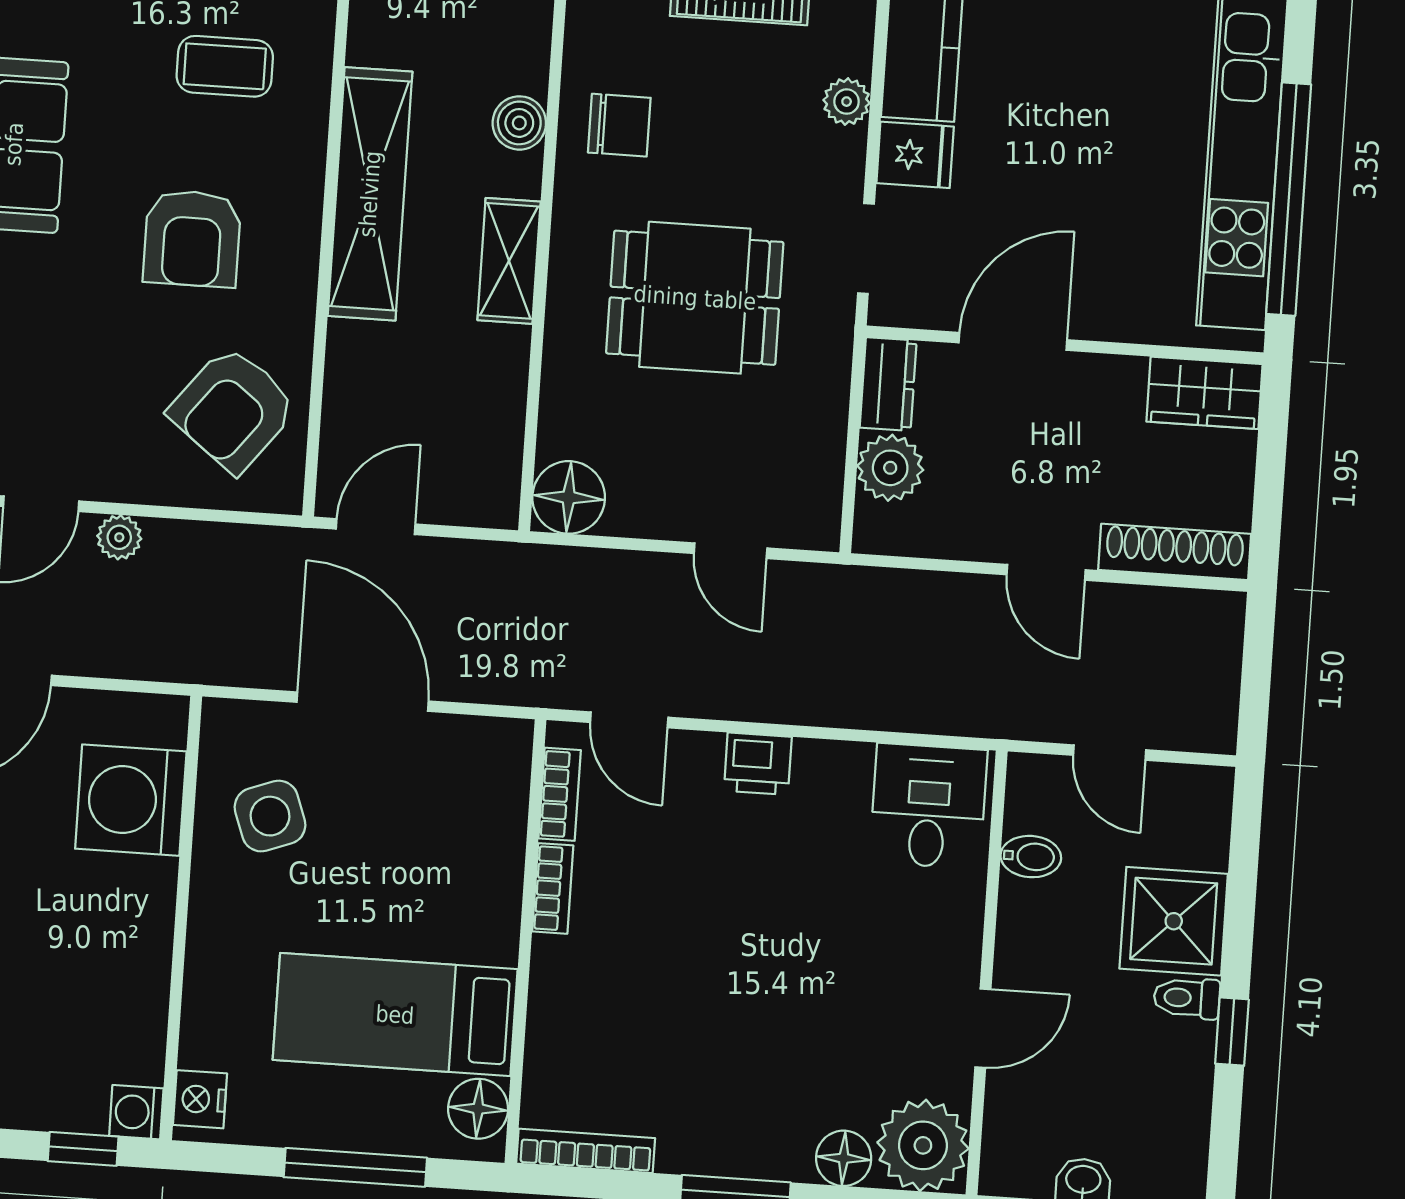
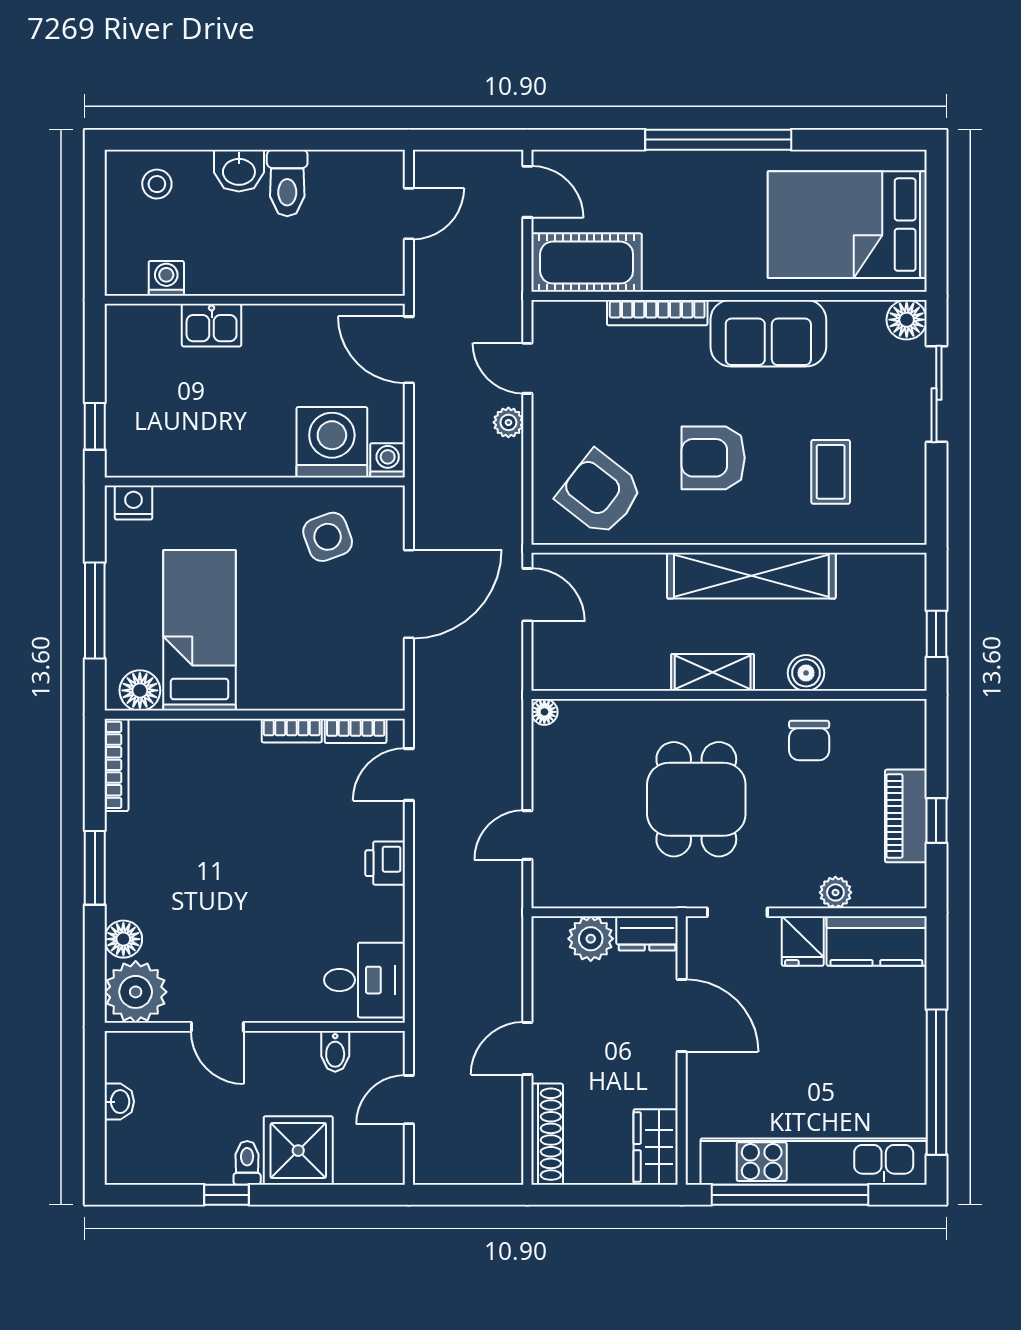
floor lamp: (569, 497) -> (544, 712), width x0.53, depth x0.53
washing machine: (136, 1112) -> (388, 460), moved

